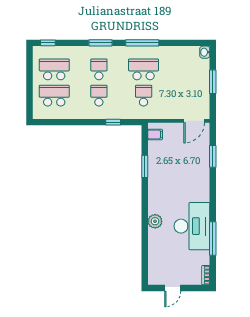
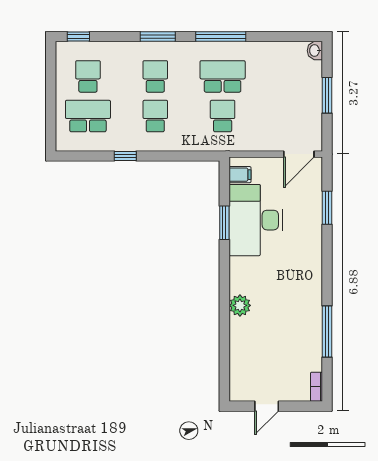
school desk: (54, 69) -> (88, 76), width x0.54
window: (113, 122) -> (125, 156), moved
desk: (192, 226) -> (256, 220), moved, turned 180

